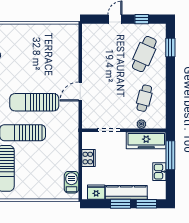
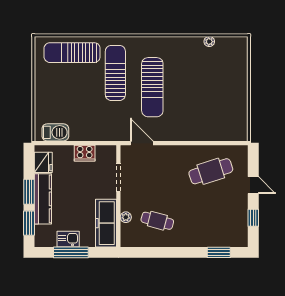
cafe table: (144, 54) -> (211, 171), moved, turned -42
door: (80, 92) -> (142, 143), moved
sun lounger: (34, 102) -> (152, 87), turned 180
window: (170, 155) -> (71, 252), moved

